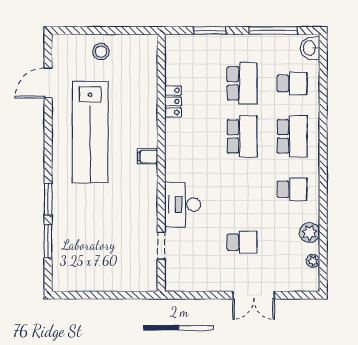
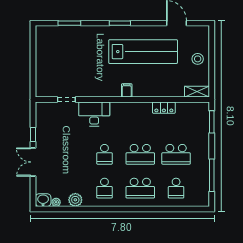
window: (210, 31) -> (212, 122), moved
washbasin: (310, 48) -> (43, 200), moved
shelving: (149, 52) -> (197, 92), added
lab bench: (90, 132) -> (143, 52), turned 180
window: (48, 199) -> (120, 23), moved
school desk: (242, 242) -> (104, 154), moved
window: (213, 295) -> (33, 135), added

